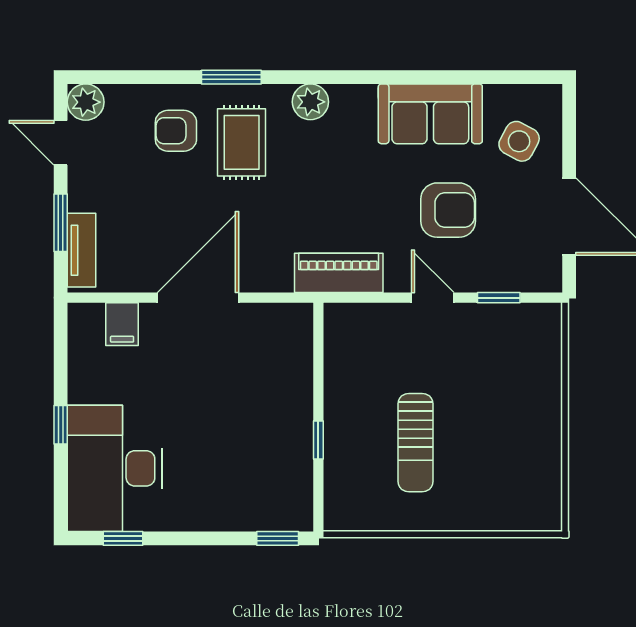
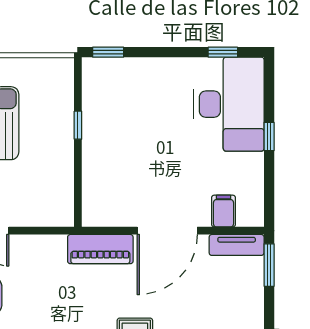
window: (61, 223) -> (269, 265), moved
tv unit: (82, 250) -> (237, 245), moved, turned -90
piano: (339, 273) -> (100, 249), moved

